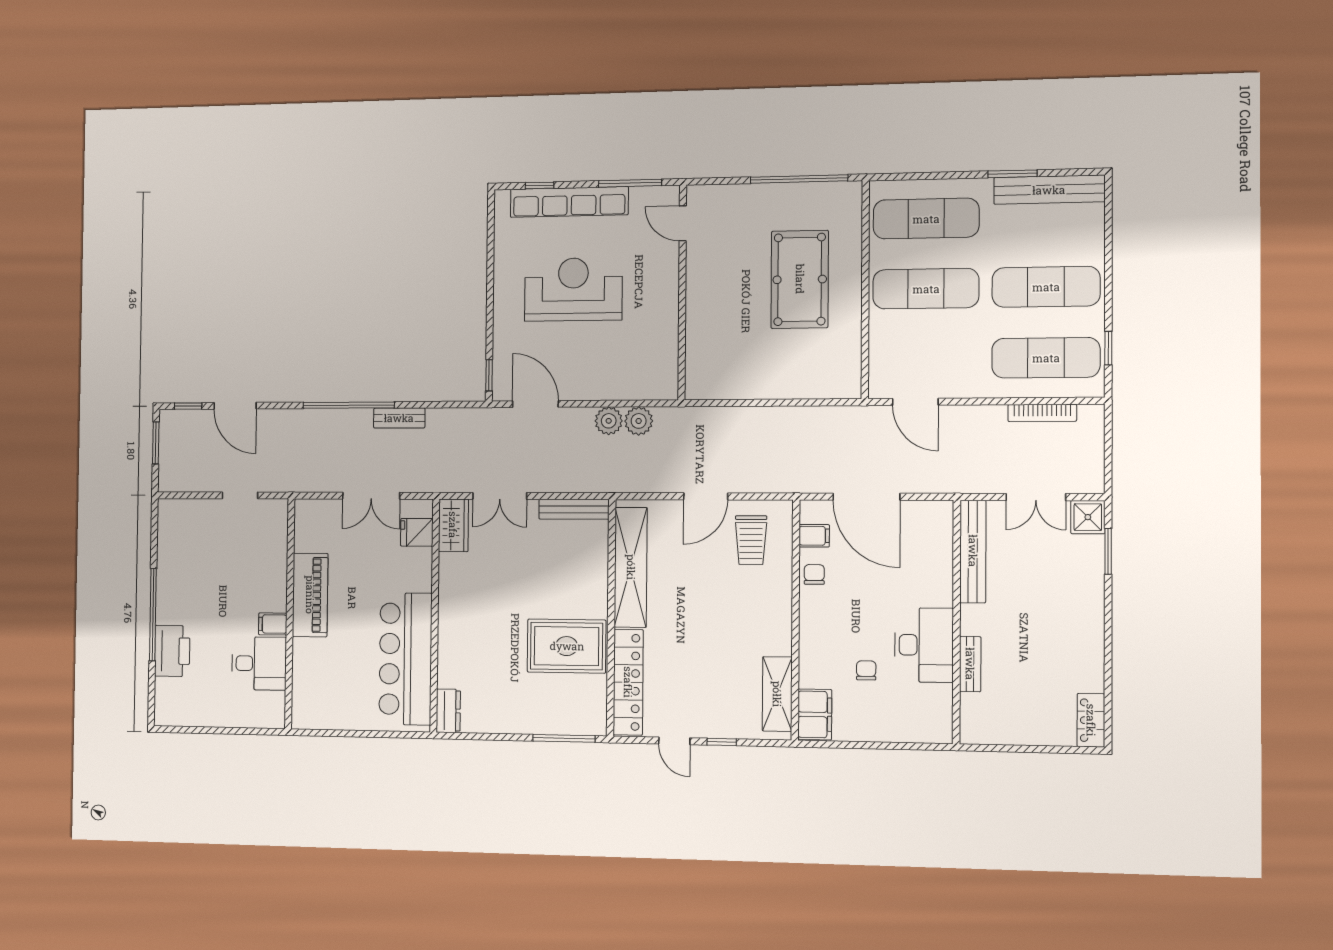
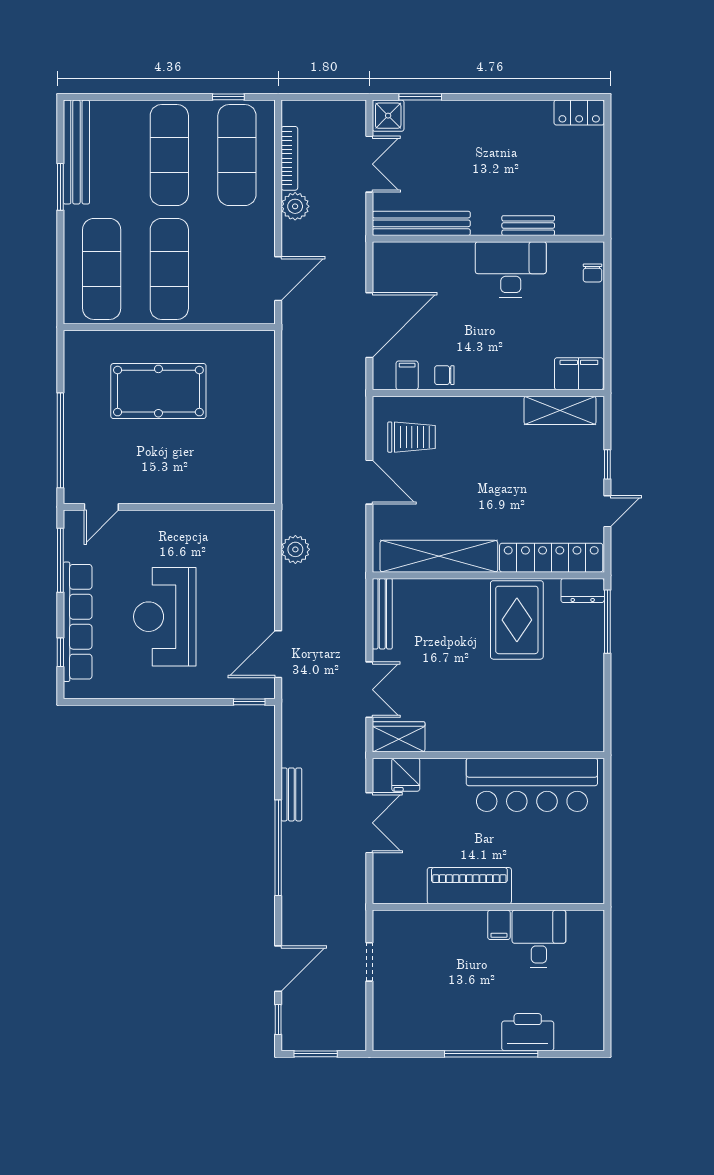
window: (799, 179) -> (60, 440), moved
plant: (609, 421) -> (295, 206), moved
chair: (866, 670) -> (593, 273), moved, turned -90
dresser: (448, 711) -> (583, 590), moved, turned 180

